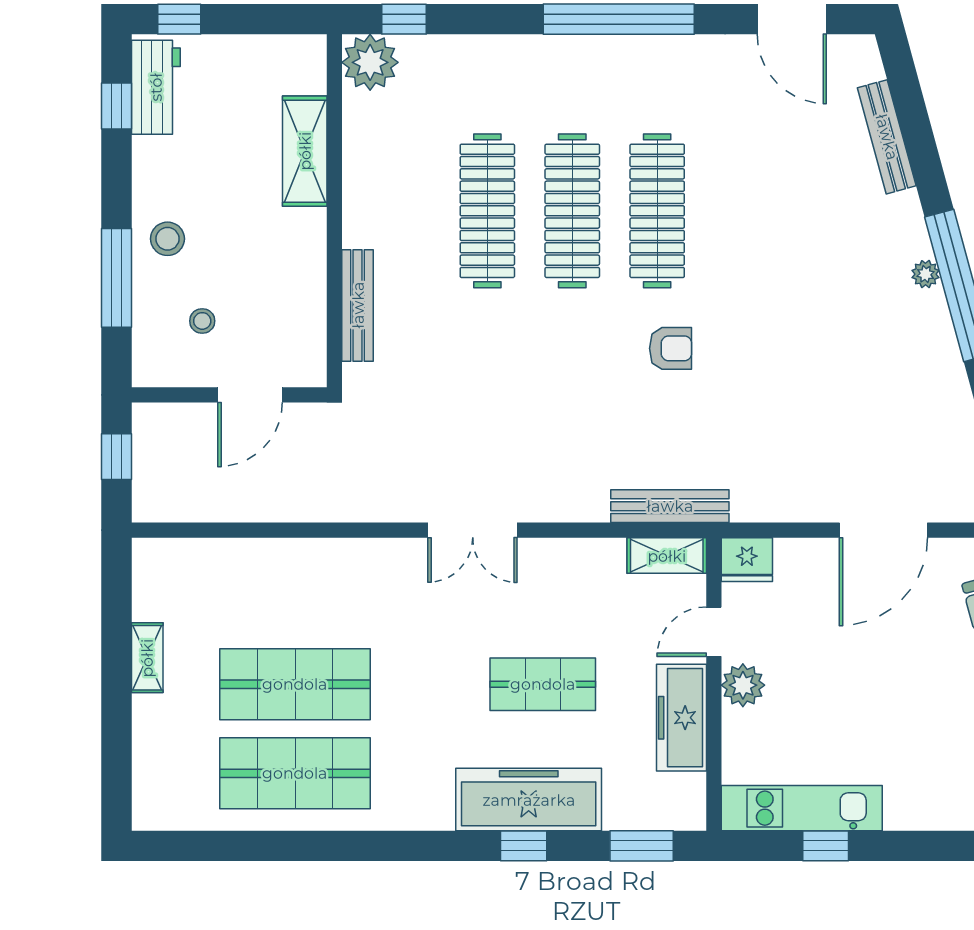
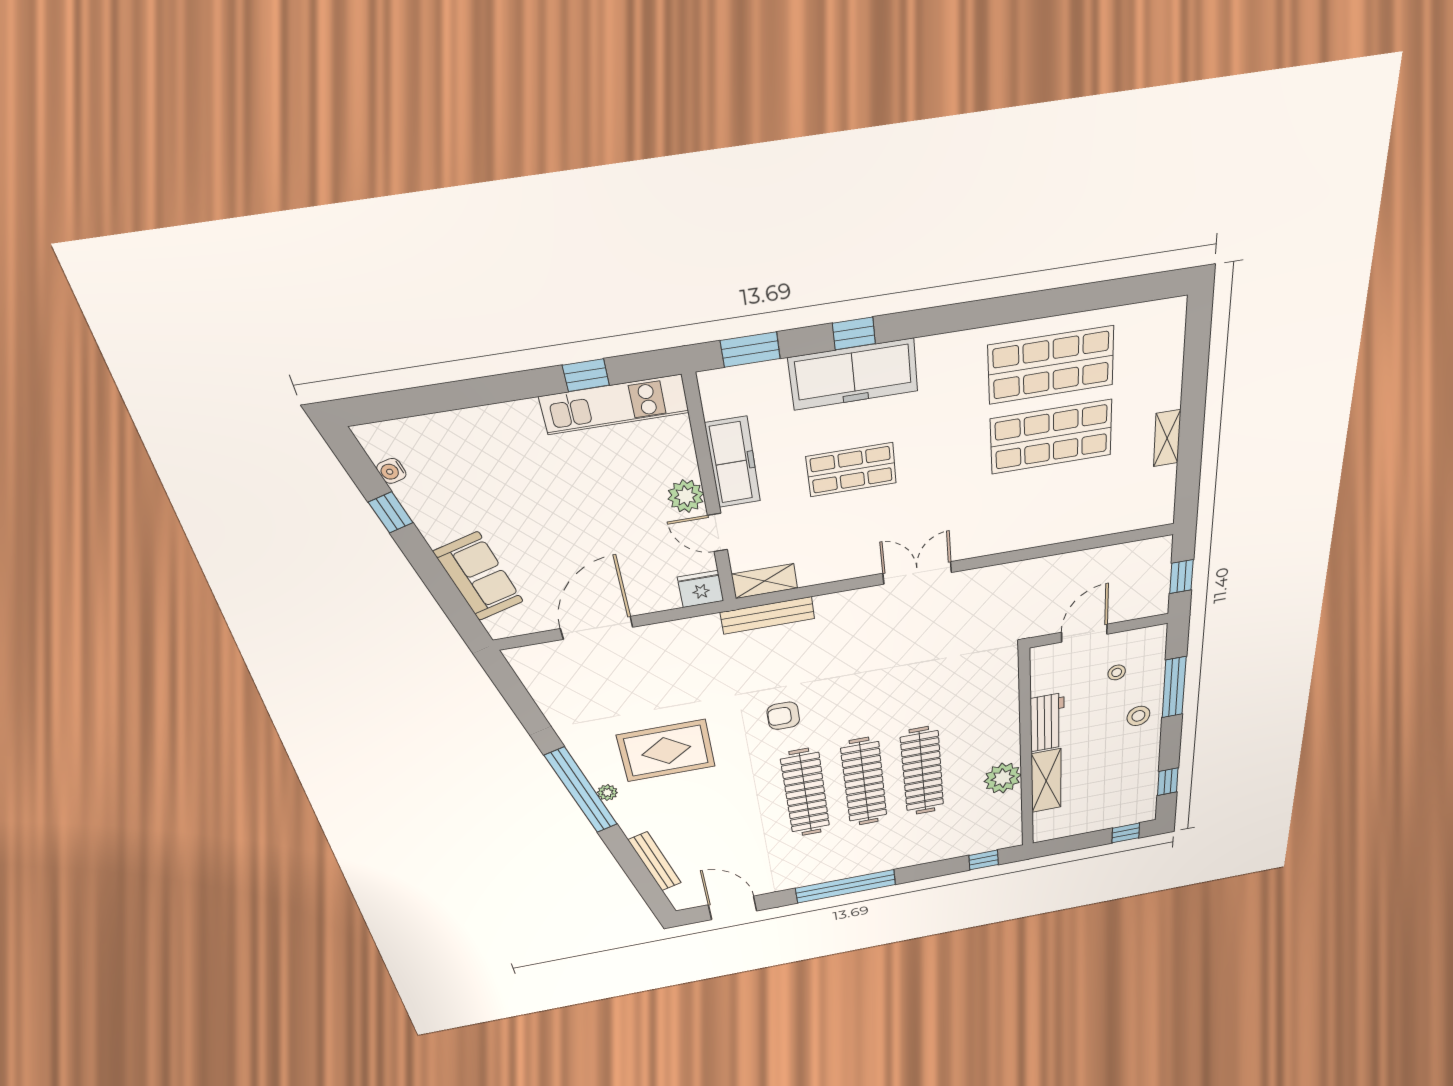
plant: (370, 62) -> (1003, 778), moved
workbench: (156, 87) -> (1047, 722), moved, turned 180
bench: (358, 305) -> (1009, 701), removed
rug: (834, 326) -> (666, 751), added
door: (714, 632) -> (717, 533), swing flipped

